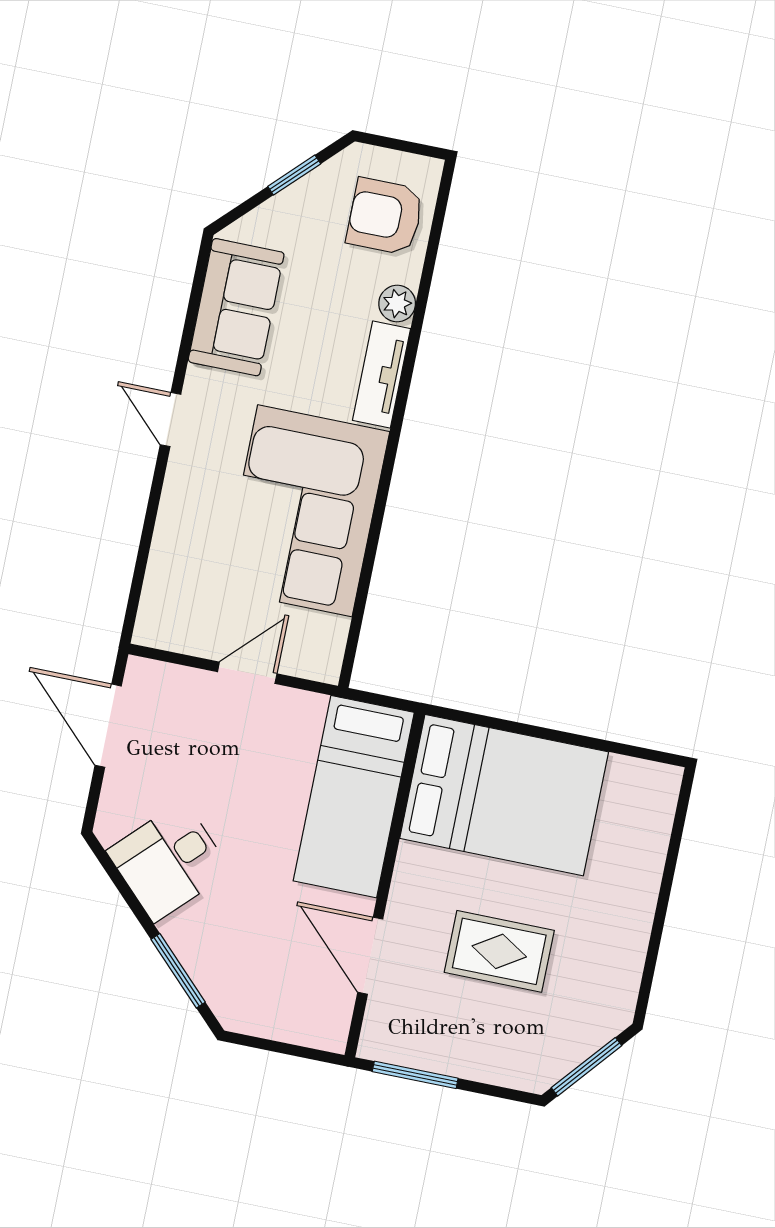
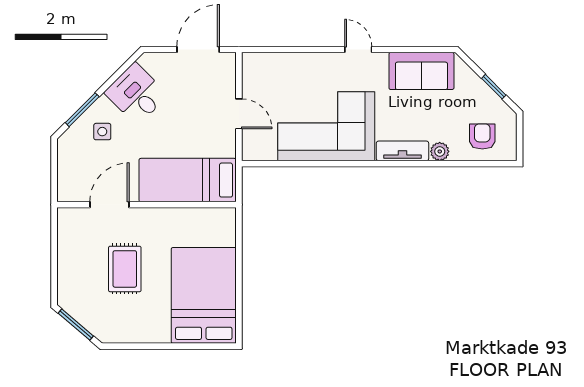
armchair: (385, 216) -> (482, 136), width x0.72, depth x0.72
door: (171, 420) -> (358, 50), hinge flipped
bed: (504, 795) -> (204, 295), moved, turned 180
side table: (228, 941) -> (102, 132), added
window: (415, 1075) -> (54, 239), removed

